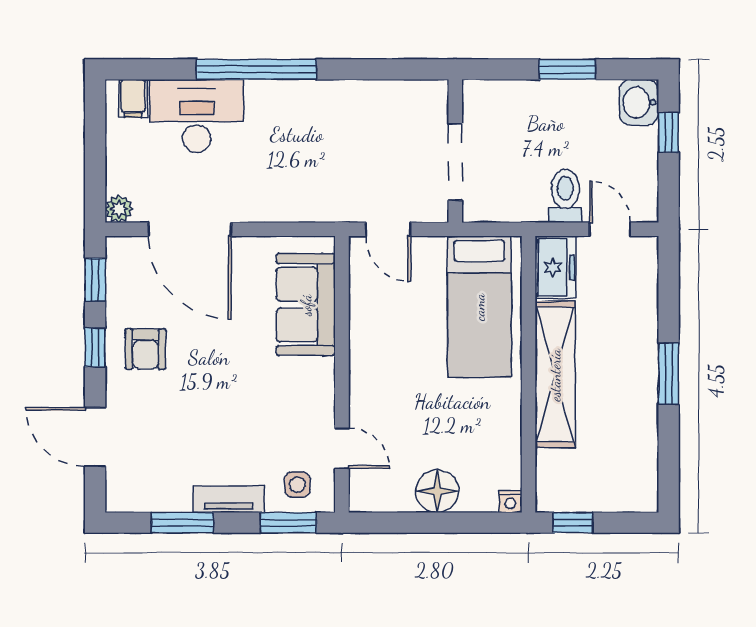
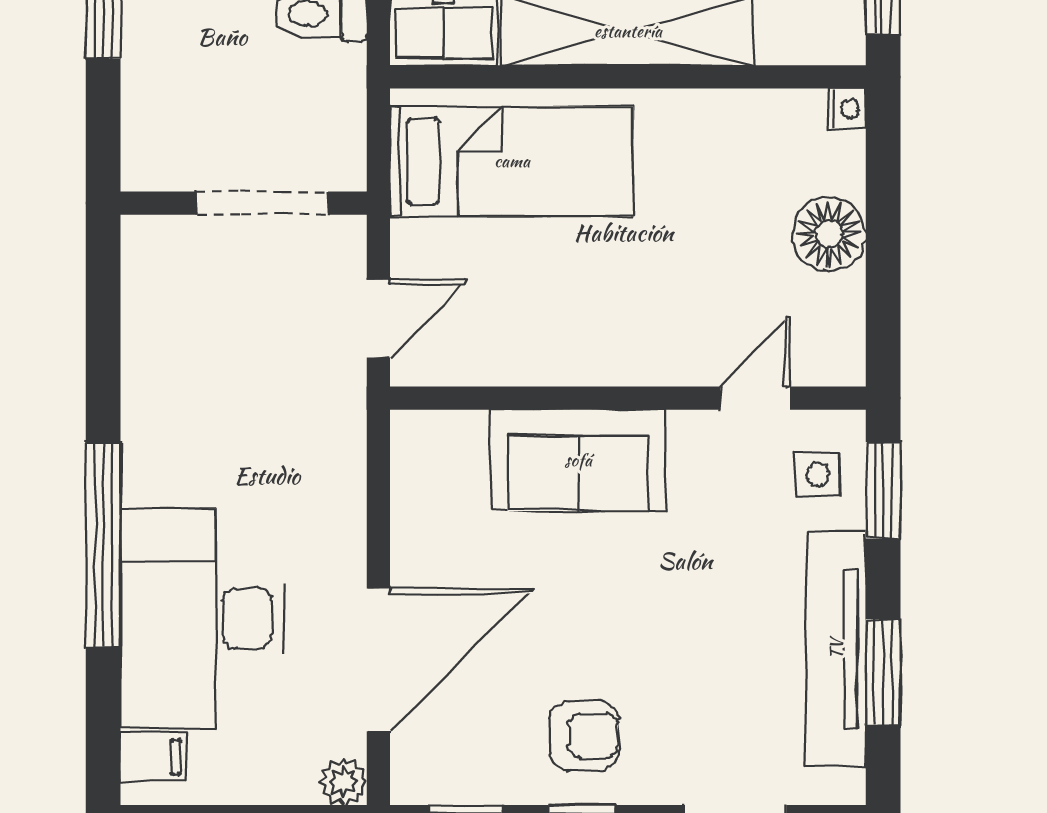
desk: (197, 116) -> (202, 618), width x1.36, depth x1.30
sofa: (306, 305) -> (578, 460), moved
tv unit: (229, 499) -> (836, 649), width x1.92, depth x1.29

